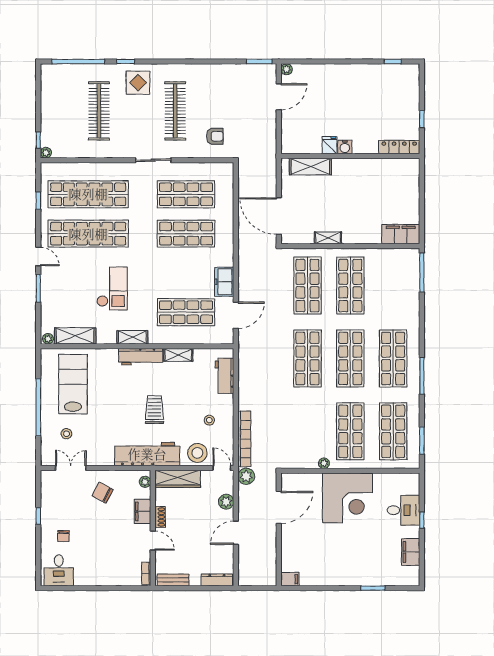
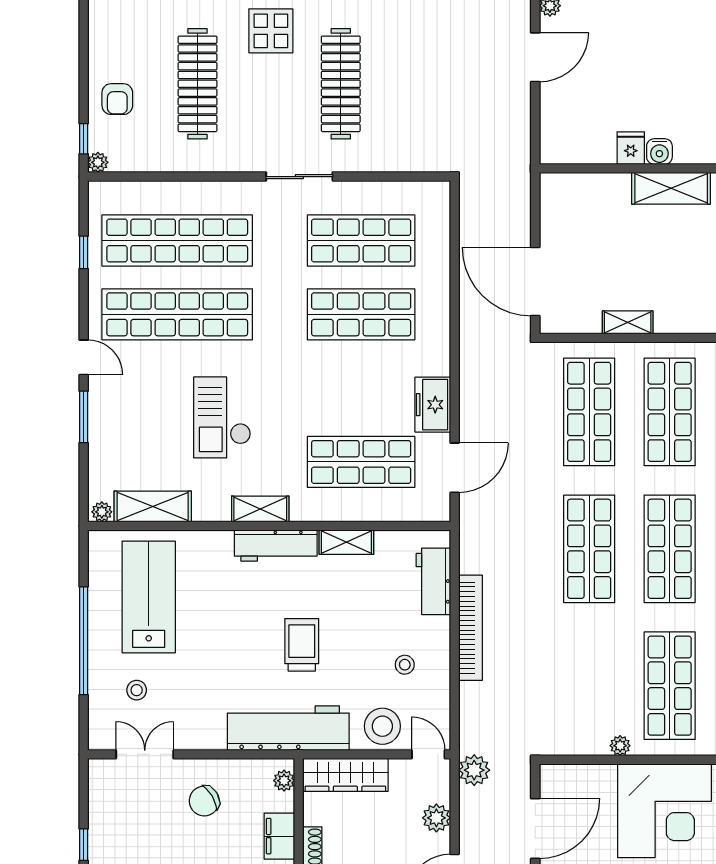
armchair: (215, 136) -> (117, 99), moved, turned 90
shelving: (310, 166) -> (671, 188), moved
checkout: (112, 289) -> (222, 417), turned 180
bookcase: (244, 439) -> (471, 628), moved
chair: (103, 493) -> (204, 801), turned -58

